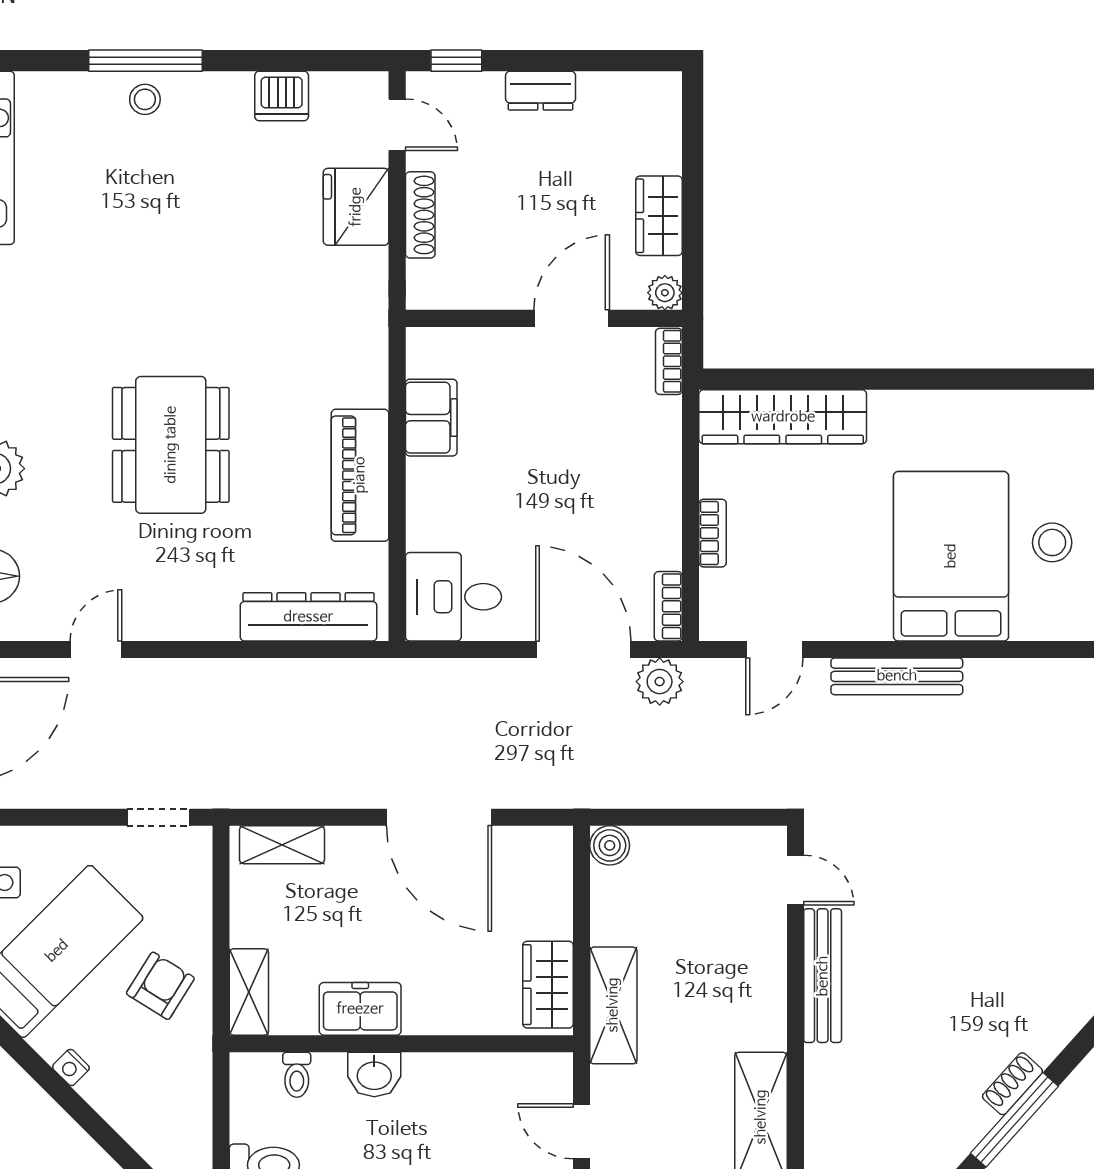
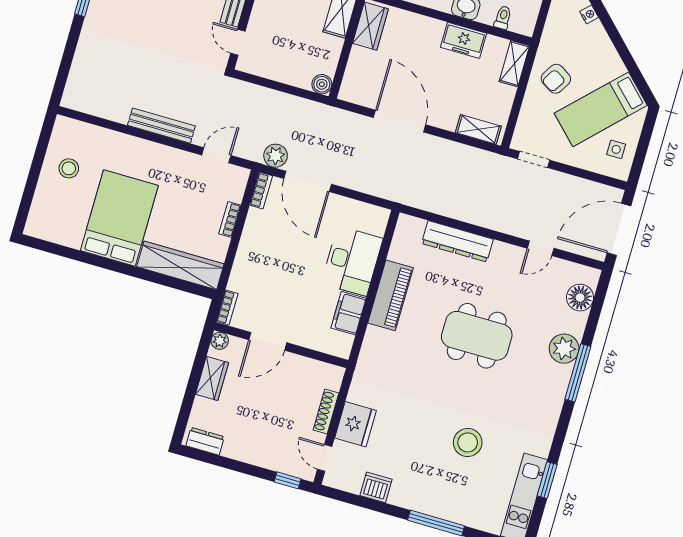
dresser: (541, 91) -> (205, 441), moved
stool: (145, 99) -> (468, 442), moved, width x1.89, depth x1.89
dining table: (171, 445) -> (477, 336), turned 90
bed: (951, 556) -> (119, 218), moved, turned 180
desk: (453, 597) -> (352, 261), moved, width x1.37
dresser: (308, 617) -> (457, 241), moved
nightstand: (71, 1067) -> (589, 14), moved

